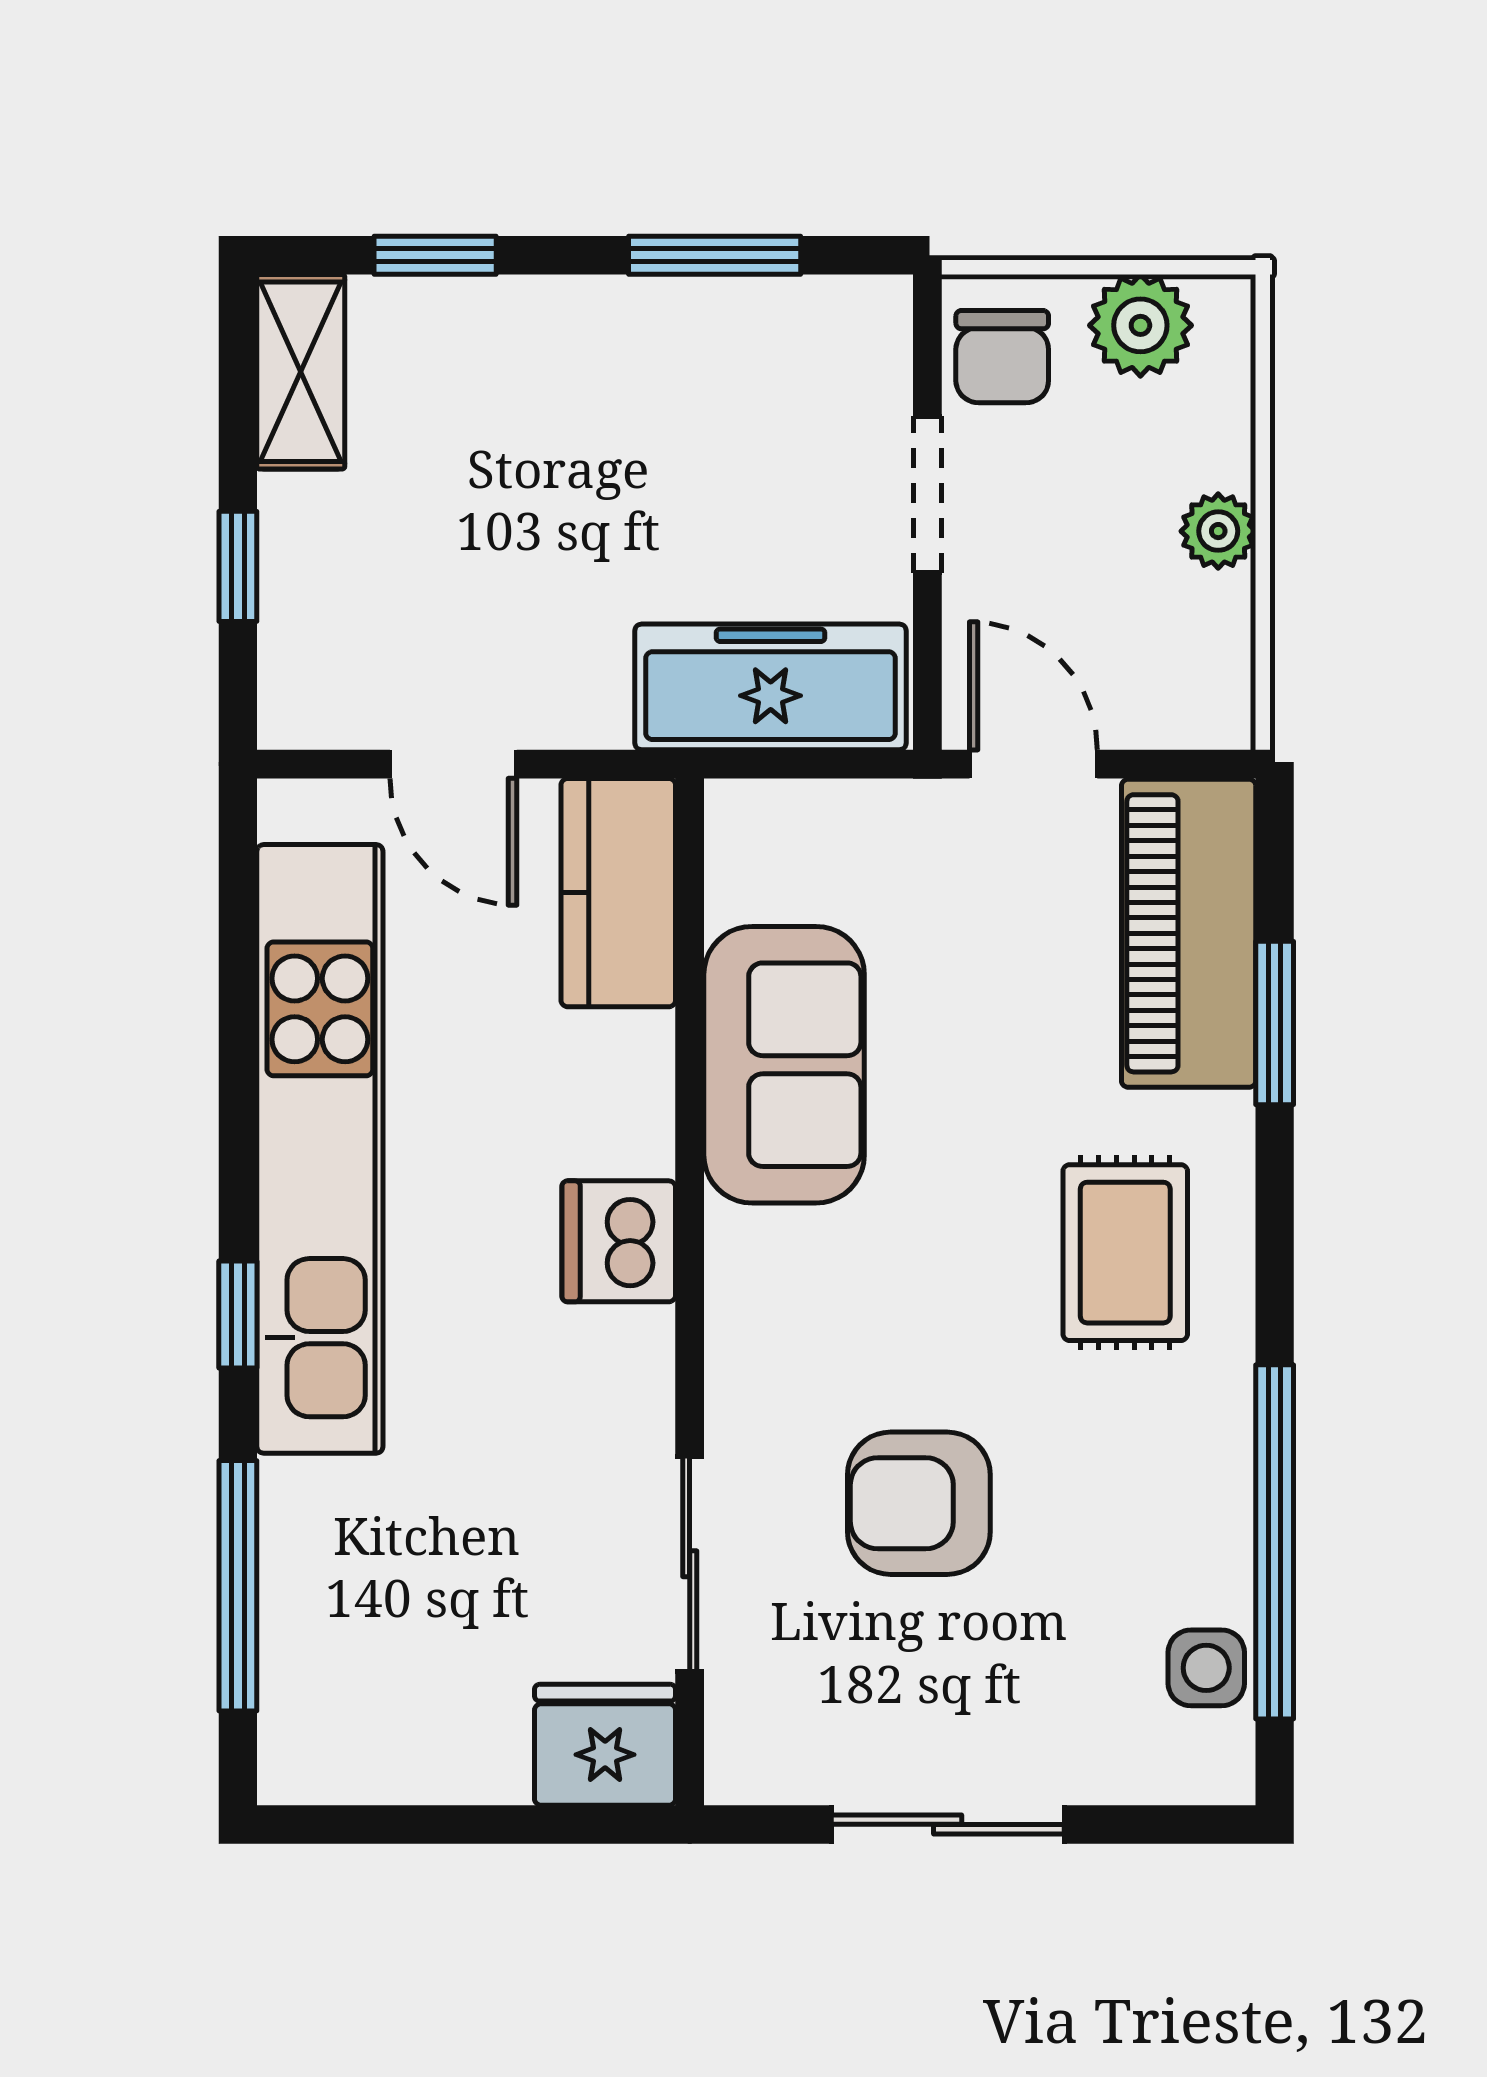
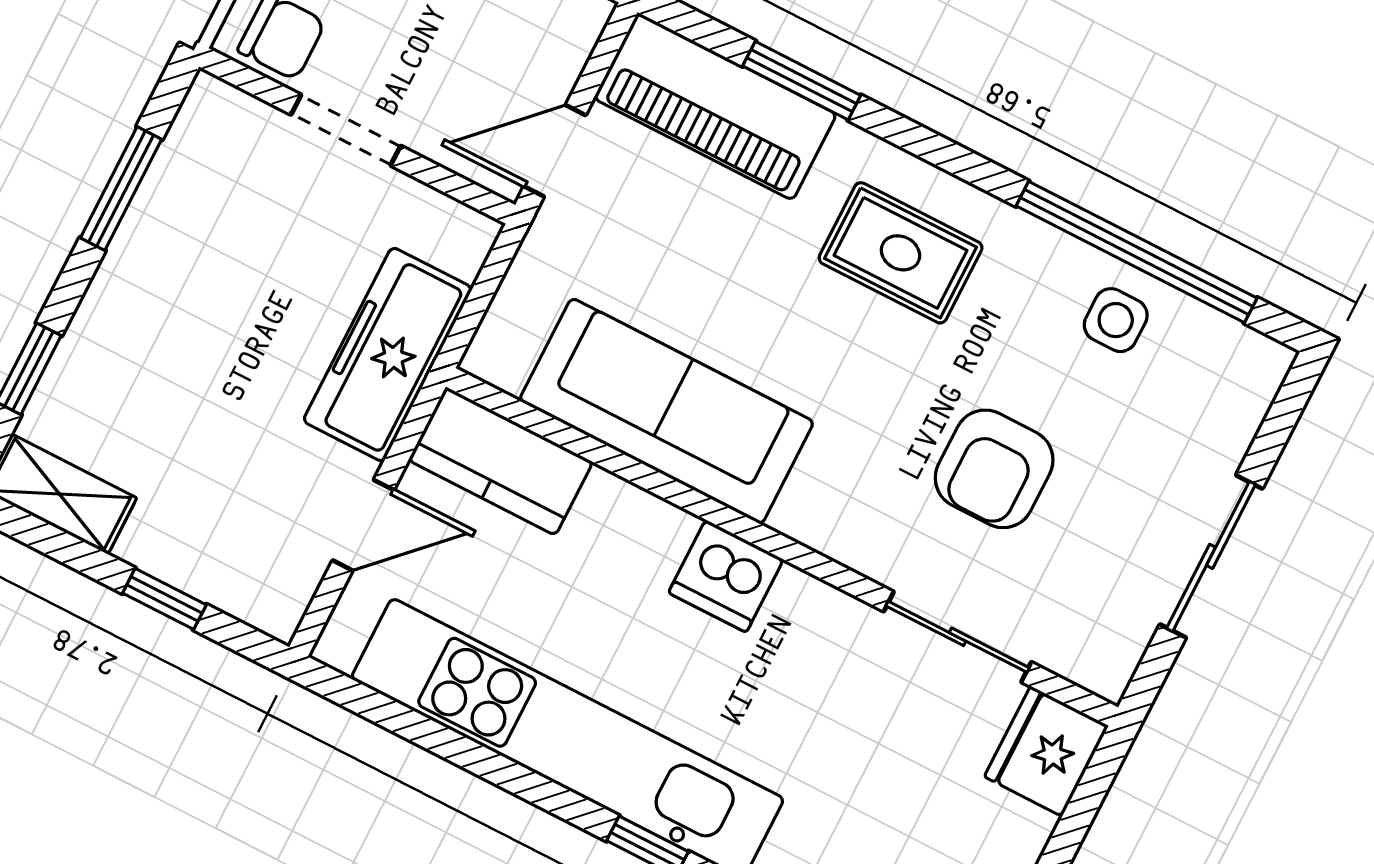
freezer: (771, 687) -> (388, 355), moved
sofa: (784, 1065) -> (667, 411), width x1.36
side table: (1206, 1668) -> (1116, 320), moved

